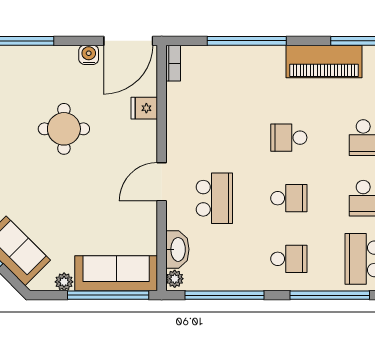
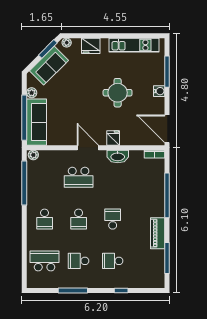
water cooler: (89, 55) -> (159, 91), moved
piano: (324, 61) -> (158, 233), width x0.73, depth x0.75
fridge: (144, 108) -> (113, 138), moved
washbasin: (177, 249) -> (118, 156), moved
window: (330, 295) -> (24, 242), removed

